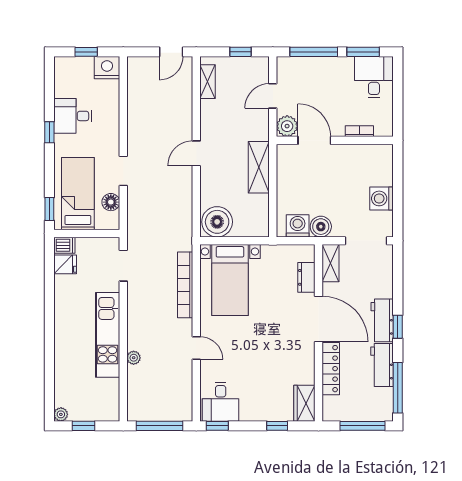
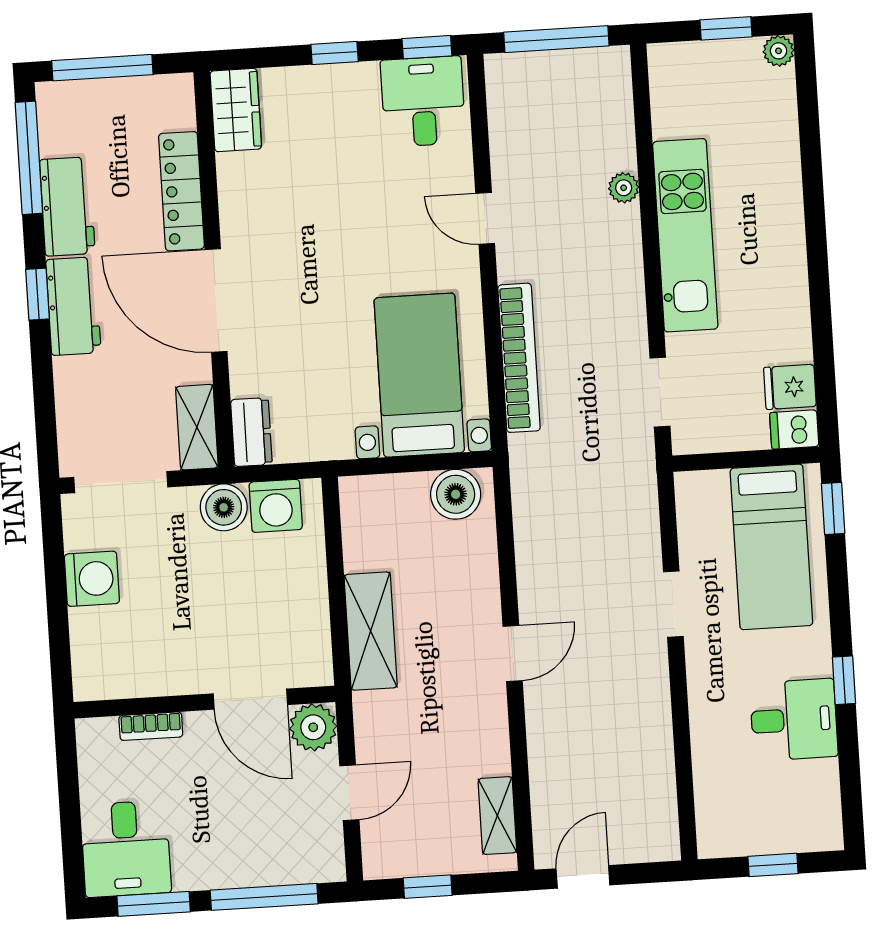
nightstand: (107, 68) -> (724, 832), removed
floor lamp: (111, 202) -> (697, 533), removed
boiler: (217, 222) -> (456, 494), width x0.73, depth x0.73
dresser: (306, 277) -> (251, 432), moved
window: (277, 426) -> (335, 53), moved

